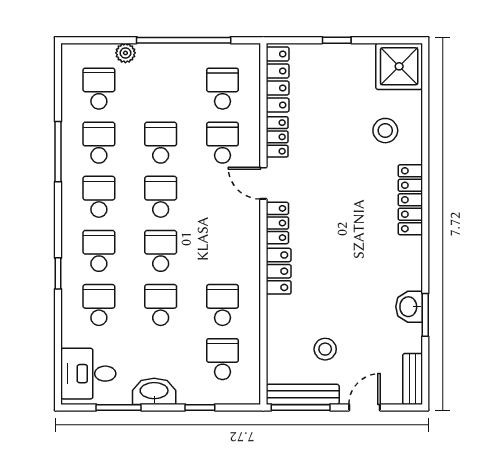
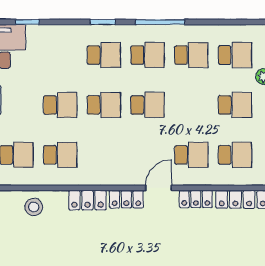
school desk: (161, 143) -> (235, 105), moved
window: (58, 152) -> (160, 22), moved
window: (58, 273) -> (103, 22), moved
school desk: (99, 305) -> (60, 55), removed
window: (58, 346) -> (27, 22), added
stool: (325, 349) -> (34, 207), moved

